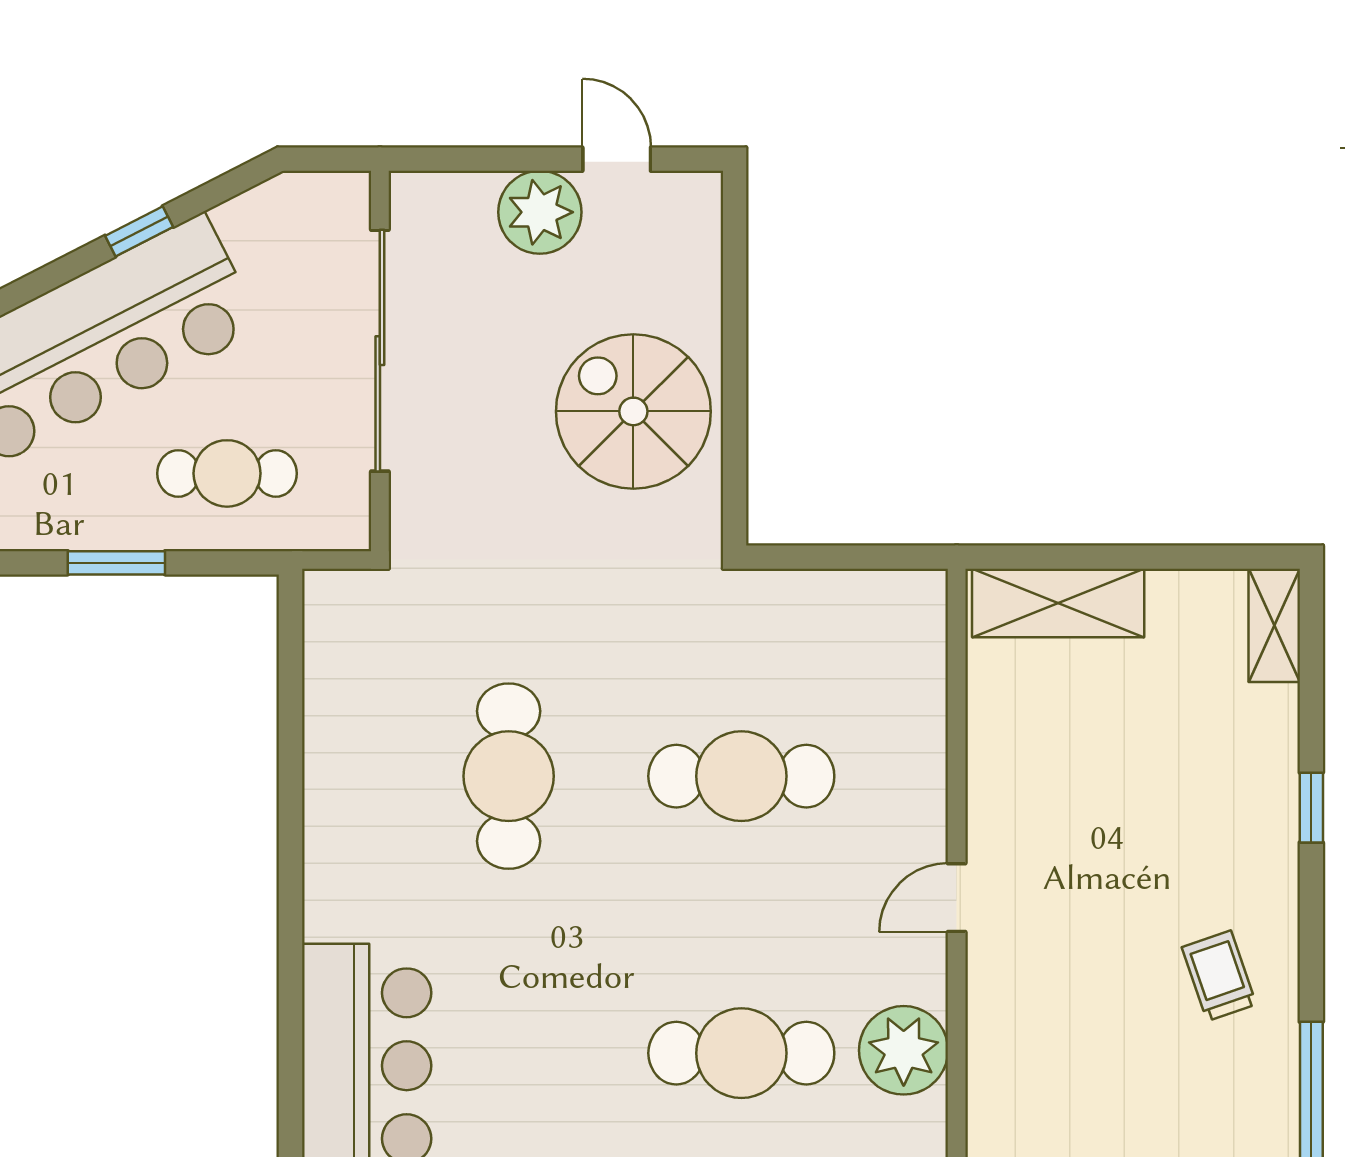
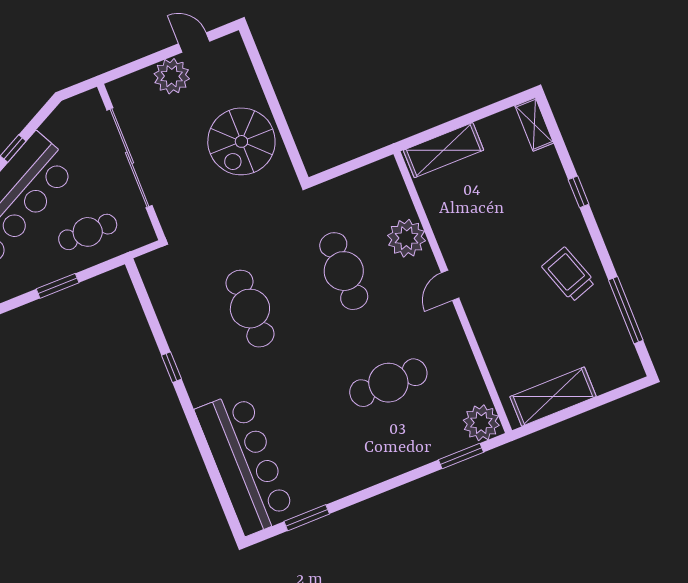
spiral stairs: (633, 411) -> (241, 141), turned -90
cafe table: (741, 776) -> (344, 271), turned 90
window: (290, 835) -> (171, 367), added
trolley: (1219, 976) -> (568, 274), width x1.36, depth x1.39
plant: (904, 1050) -> (406, 238), moved

